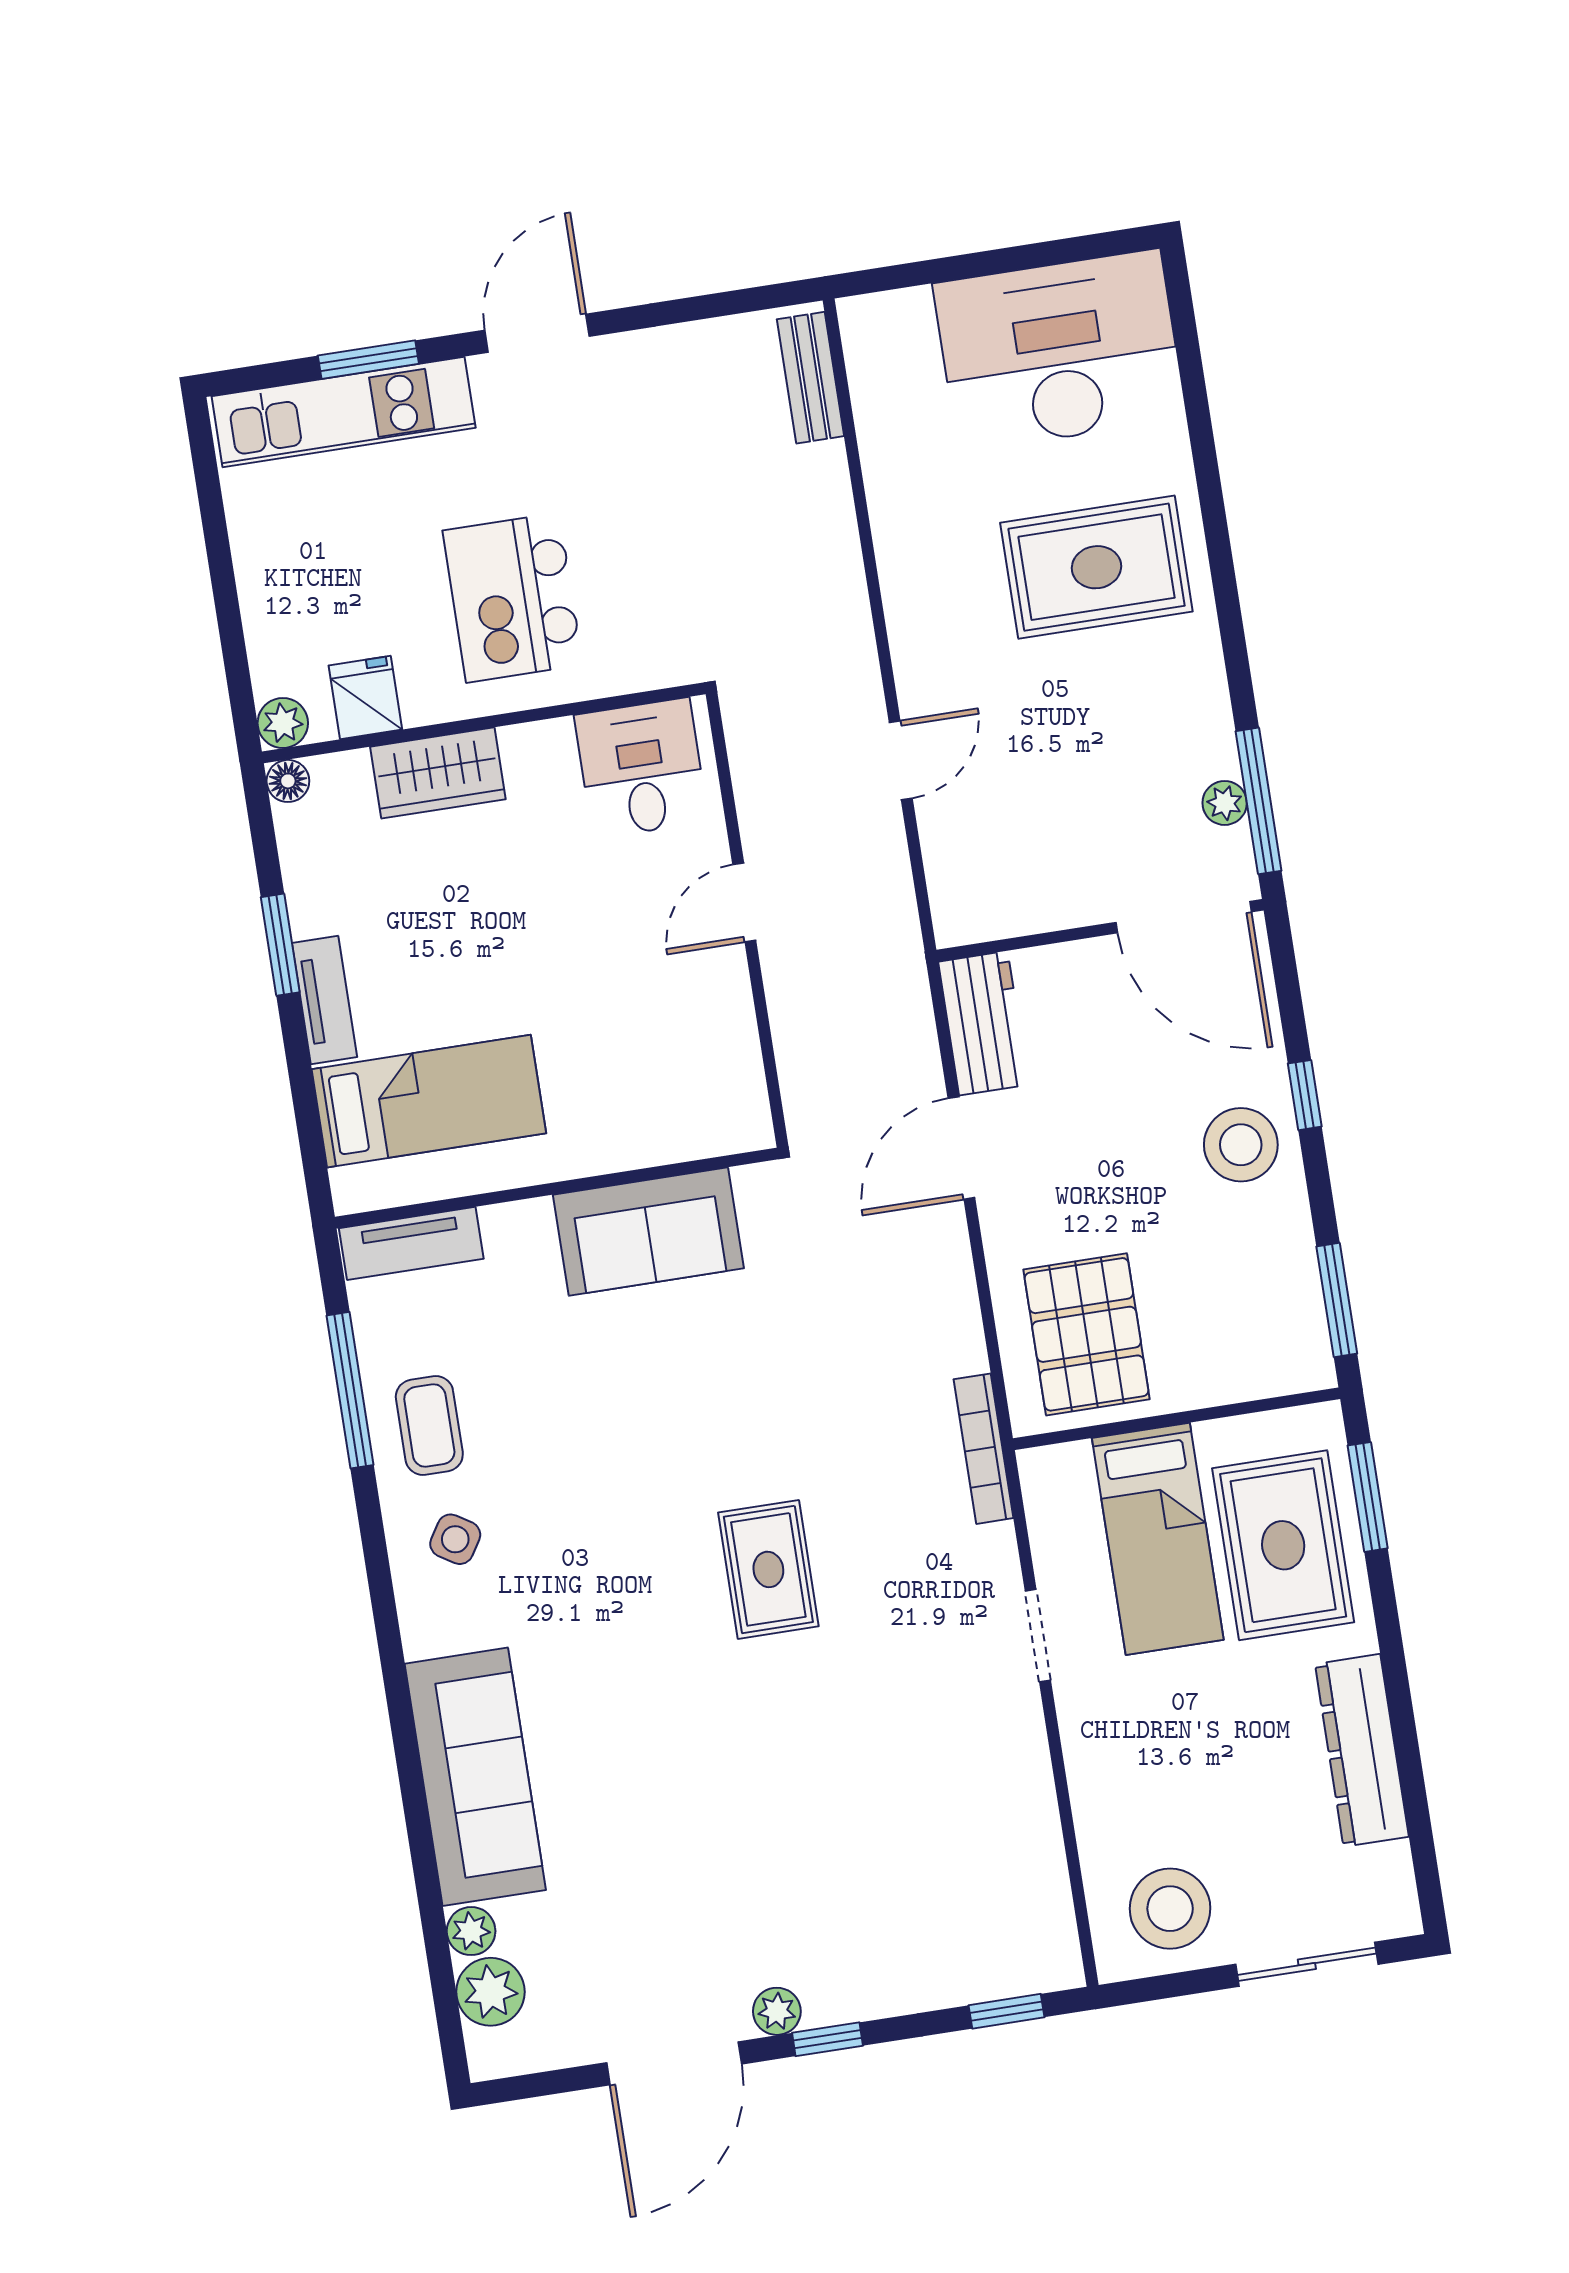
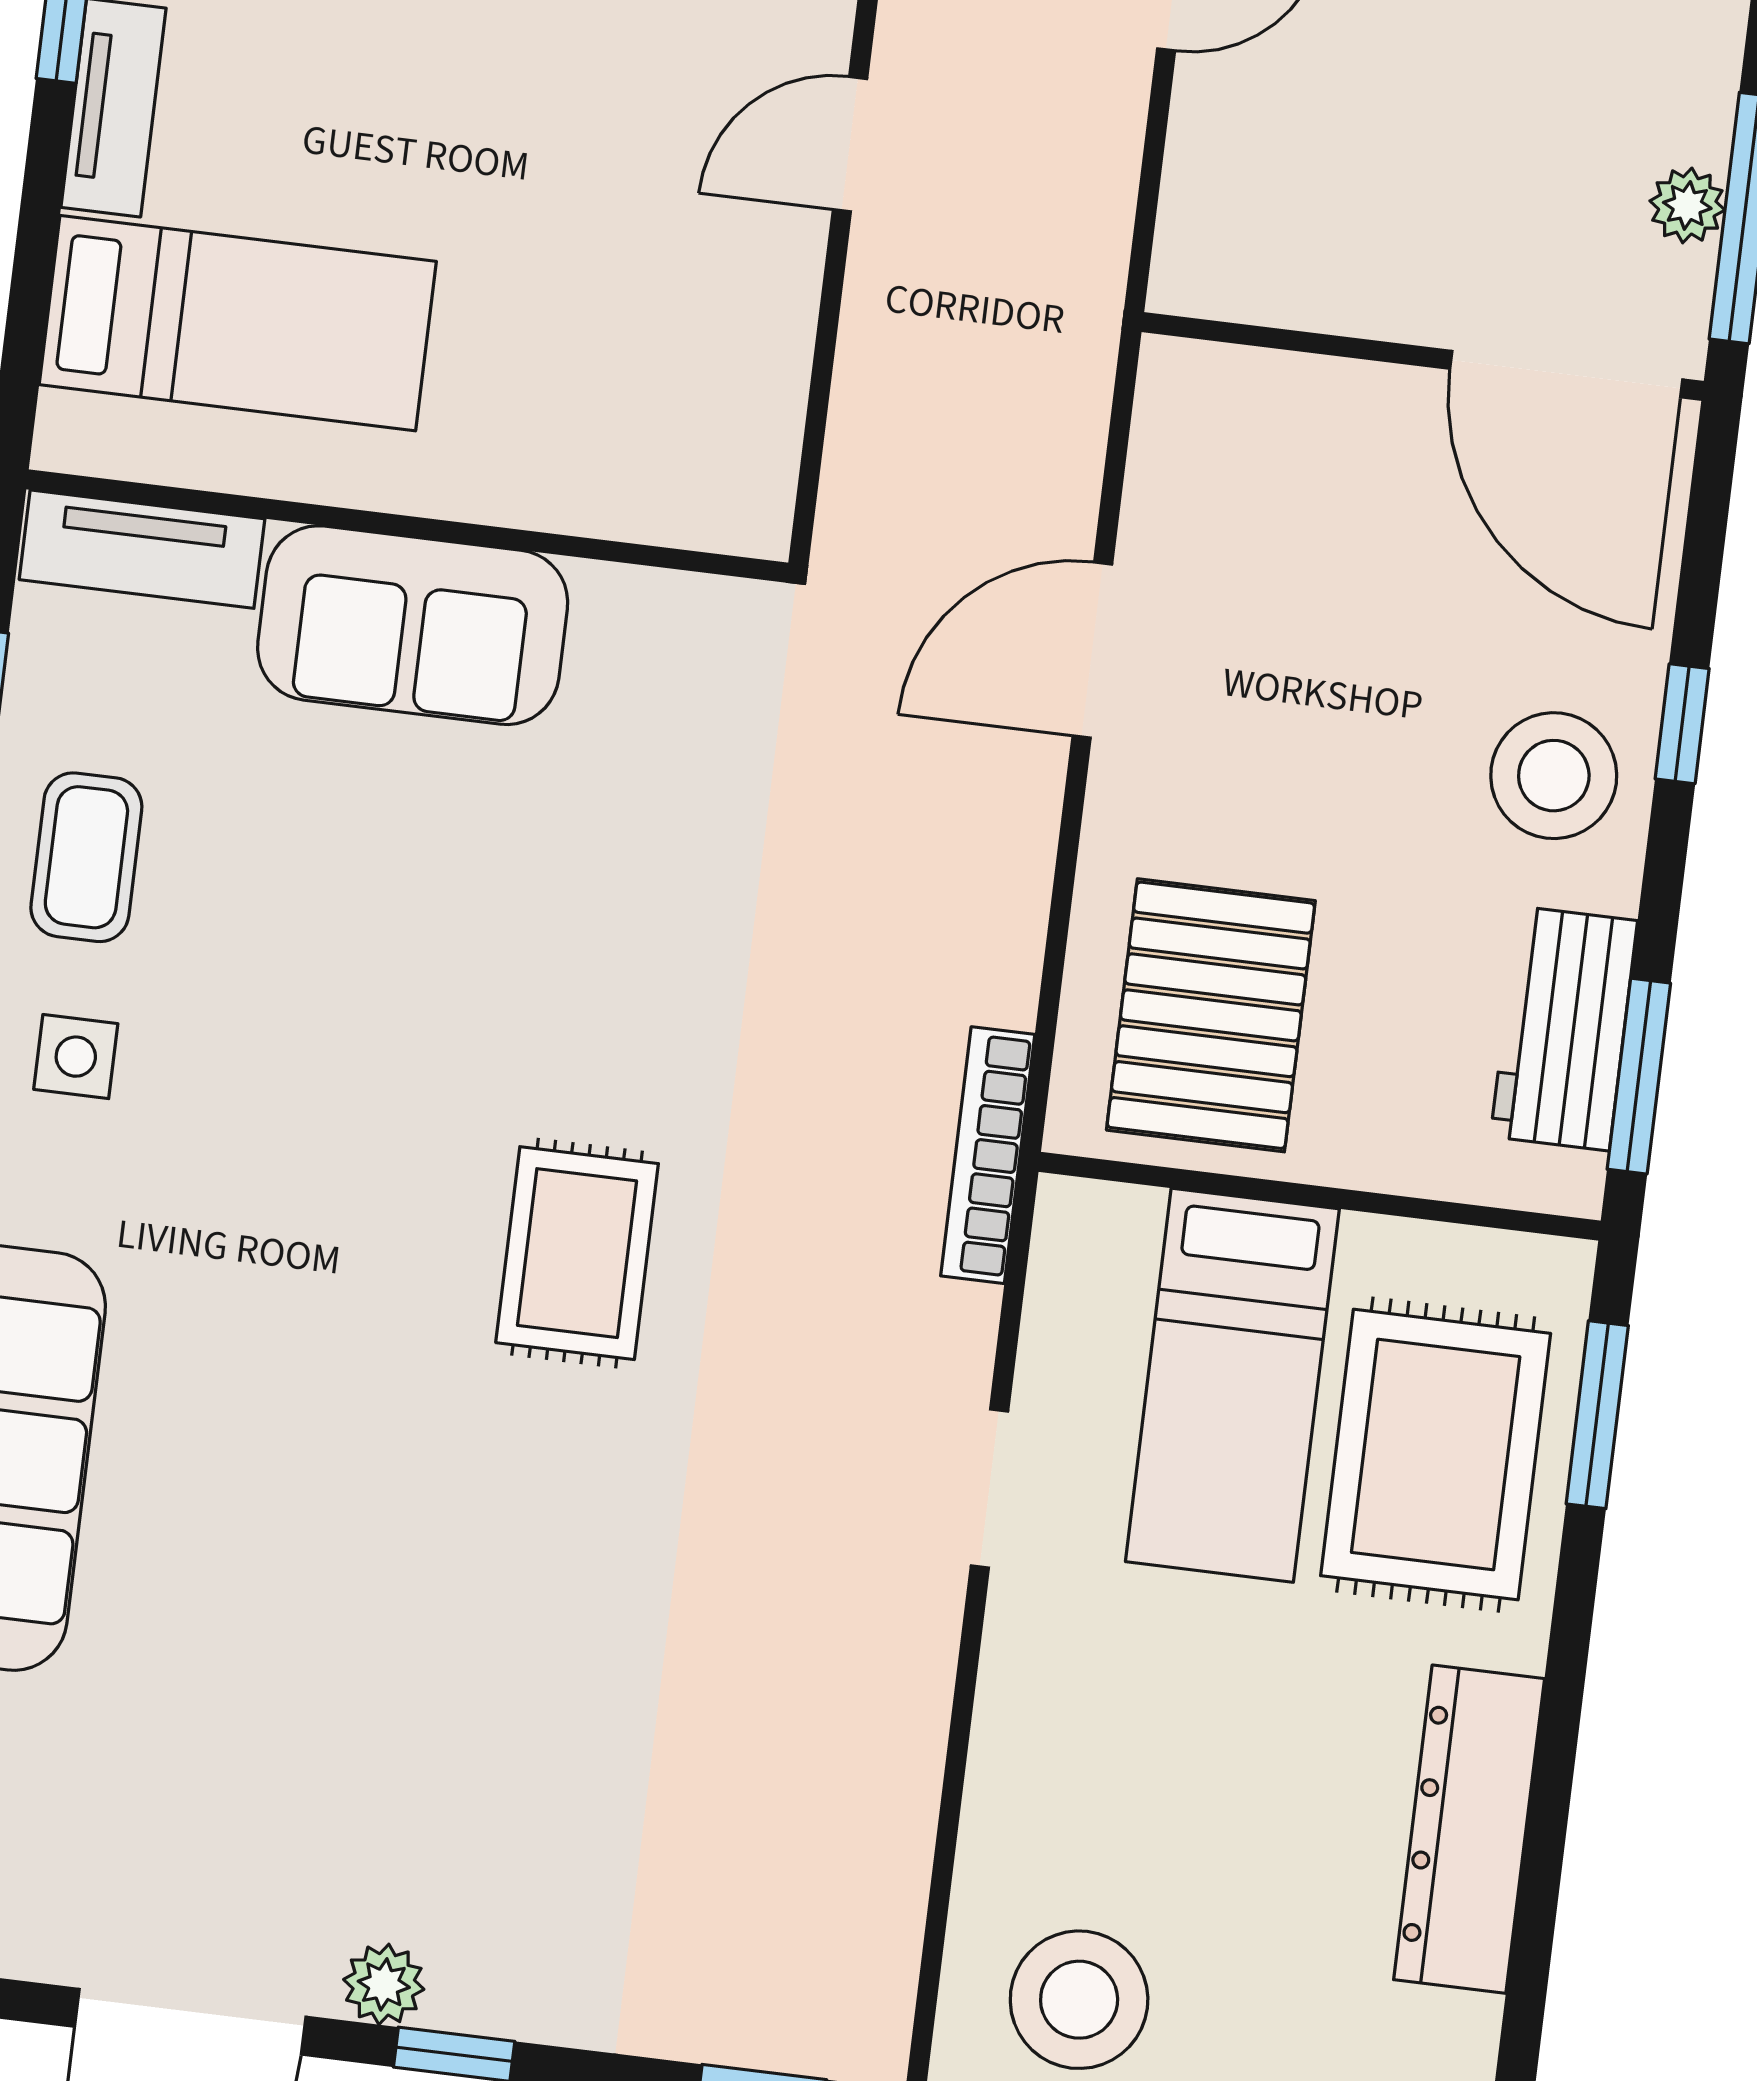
workbench: (983, 1023) -> (1564, 1029), moved, turned 180
sofa: (648, 1231) -> (413, 625), moved
side table: (455, 1539) -> (76, 1057), turned -32

